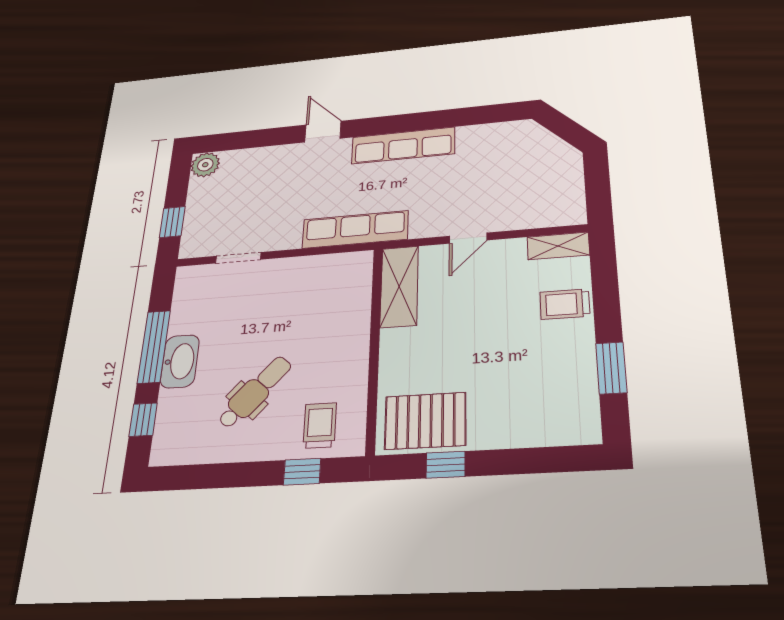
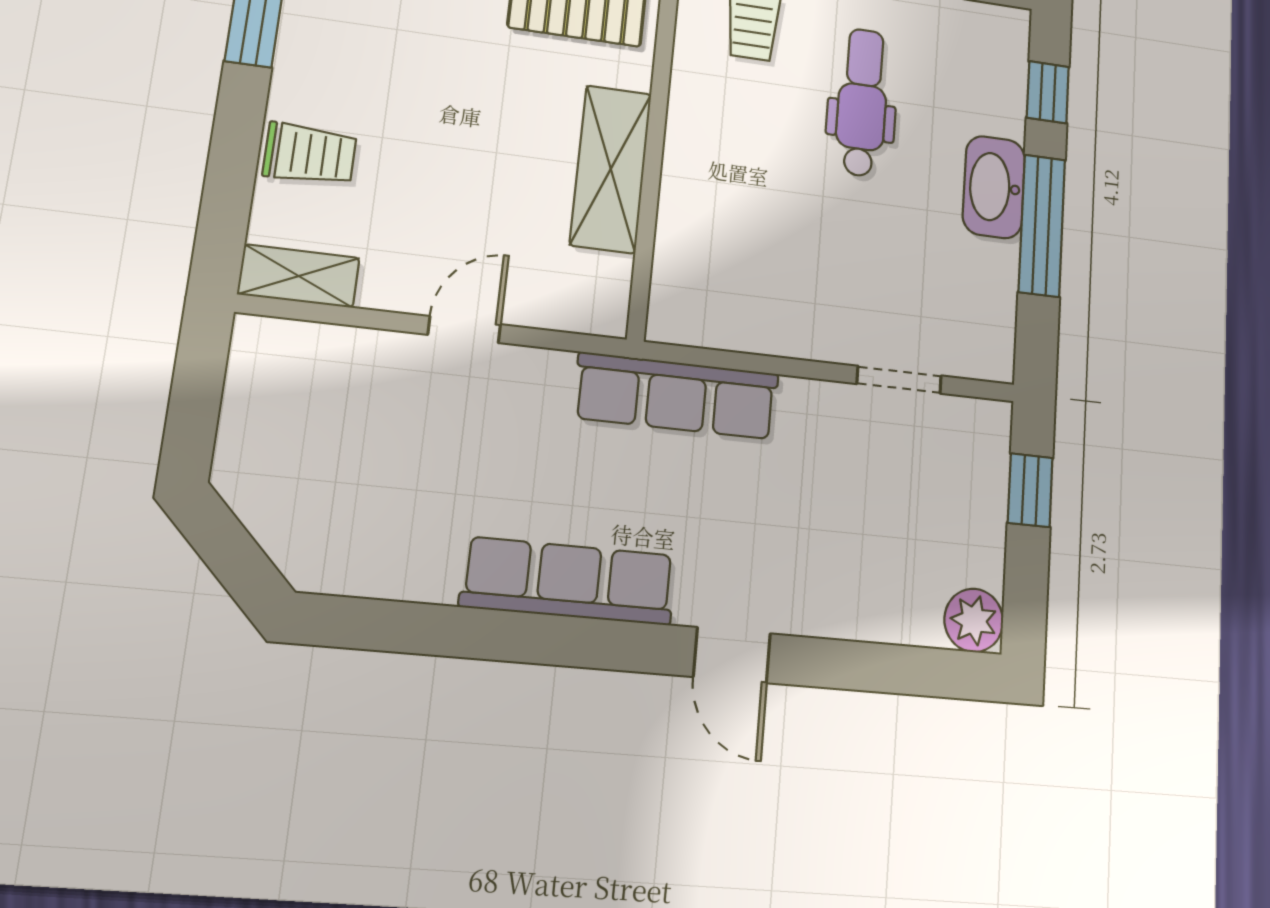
shelving: (399, 287) -> (611, 169), moved
dental chair: (255, 392) -> (862, 102), turned 138

